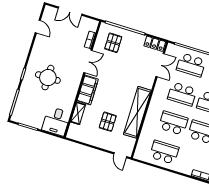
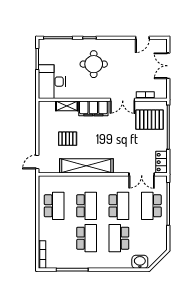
pallet: (113, 43) -> (150, 120), width x1.50, depth x1.42
school desk: (182, 94) -> (119, 206), turned 180
desk: (56, 121) -> (52, 82), width x1.37

